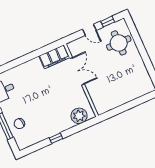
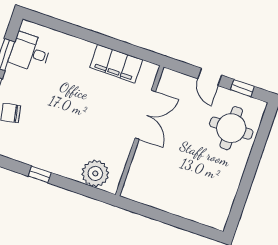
filing cabinet: (54, 57) -> (116, 64), moved

